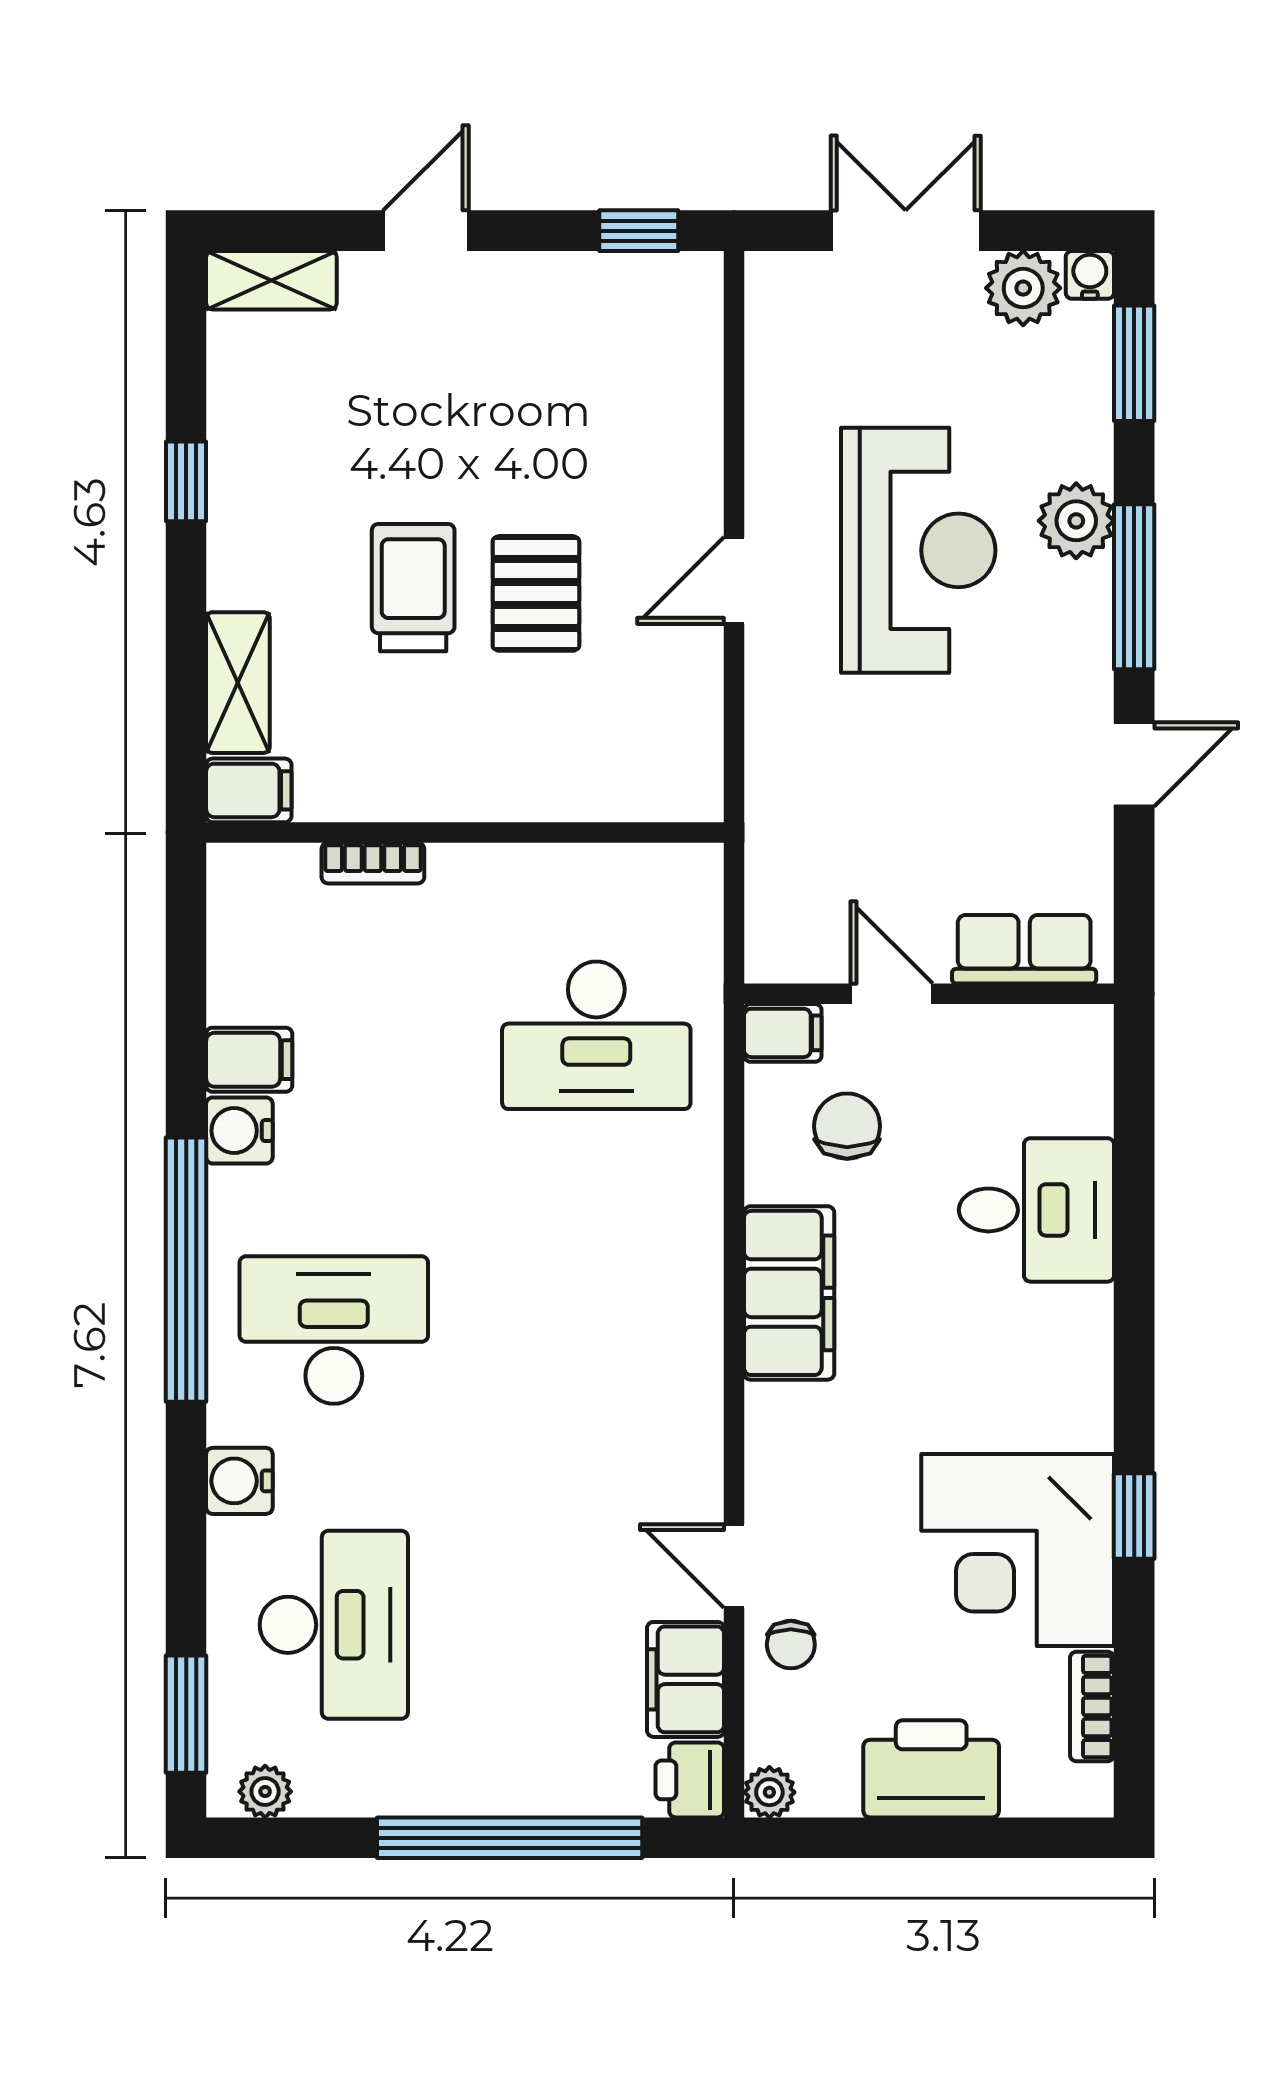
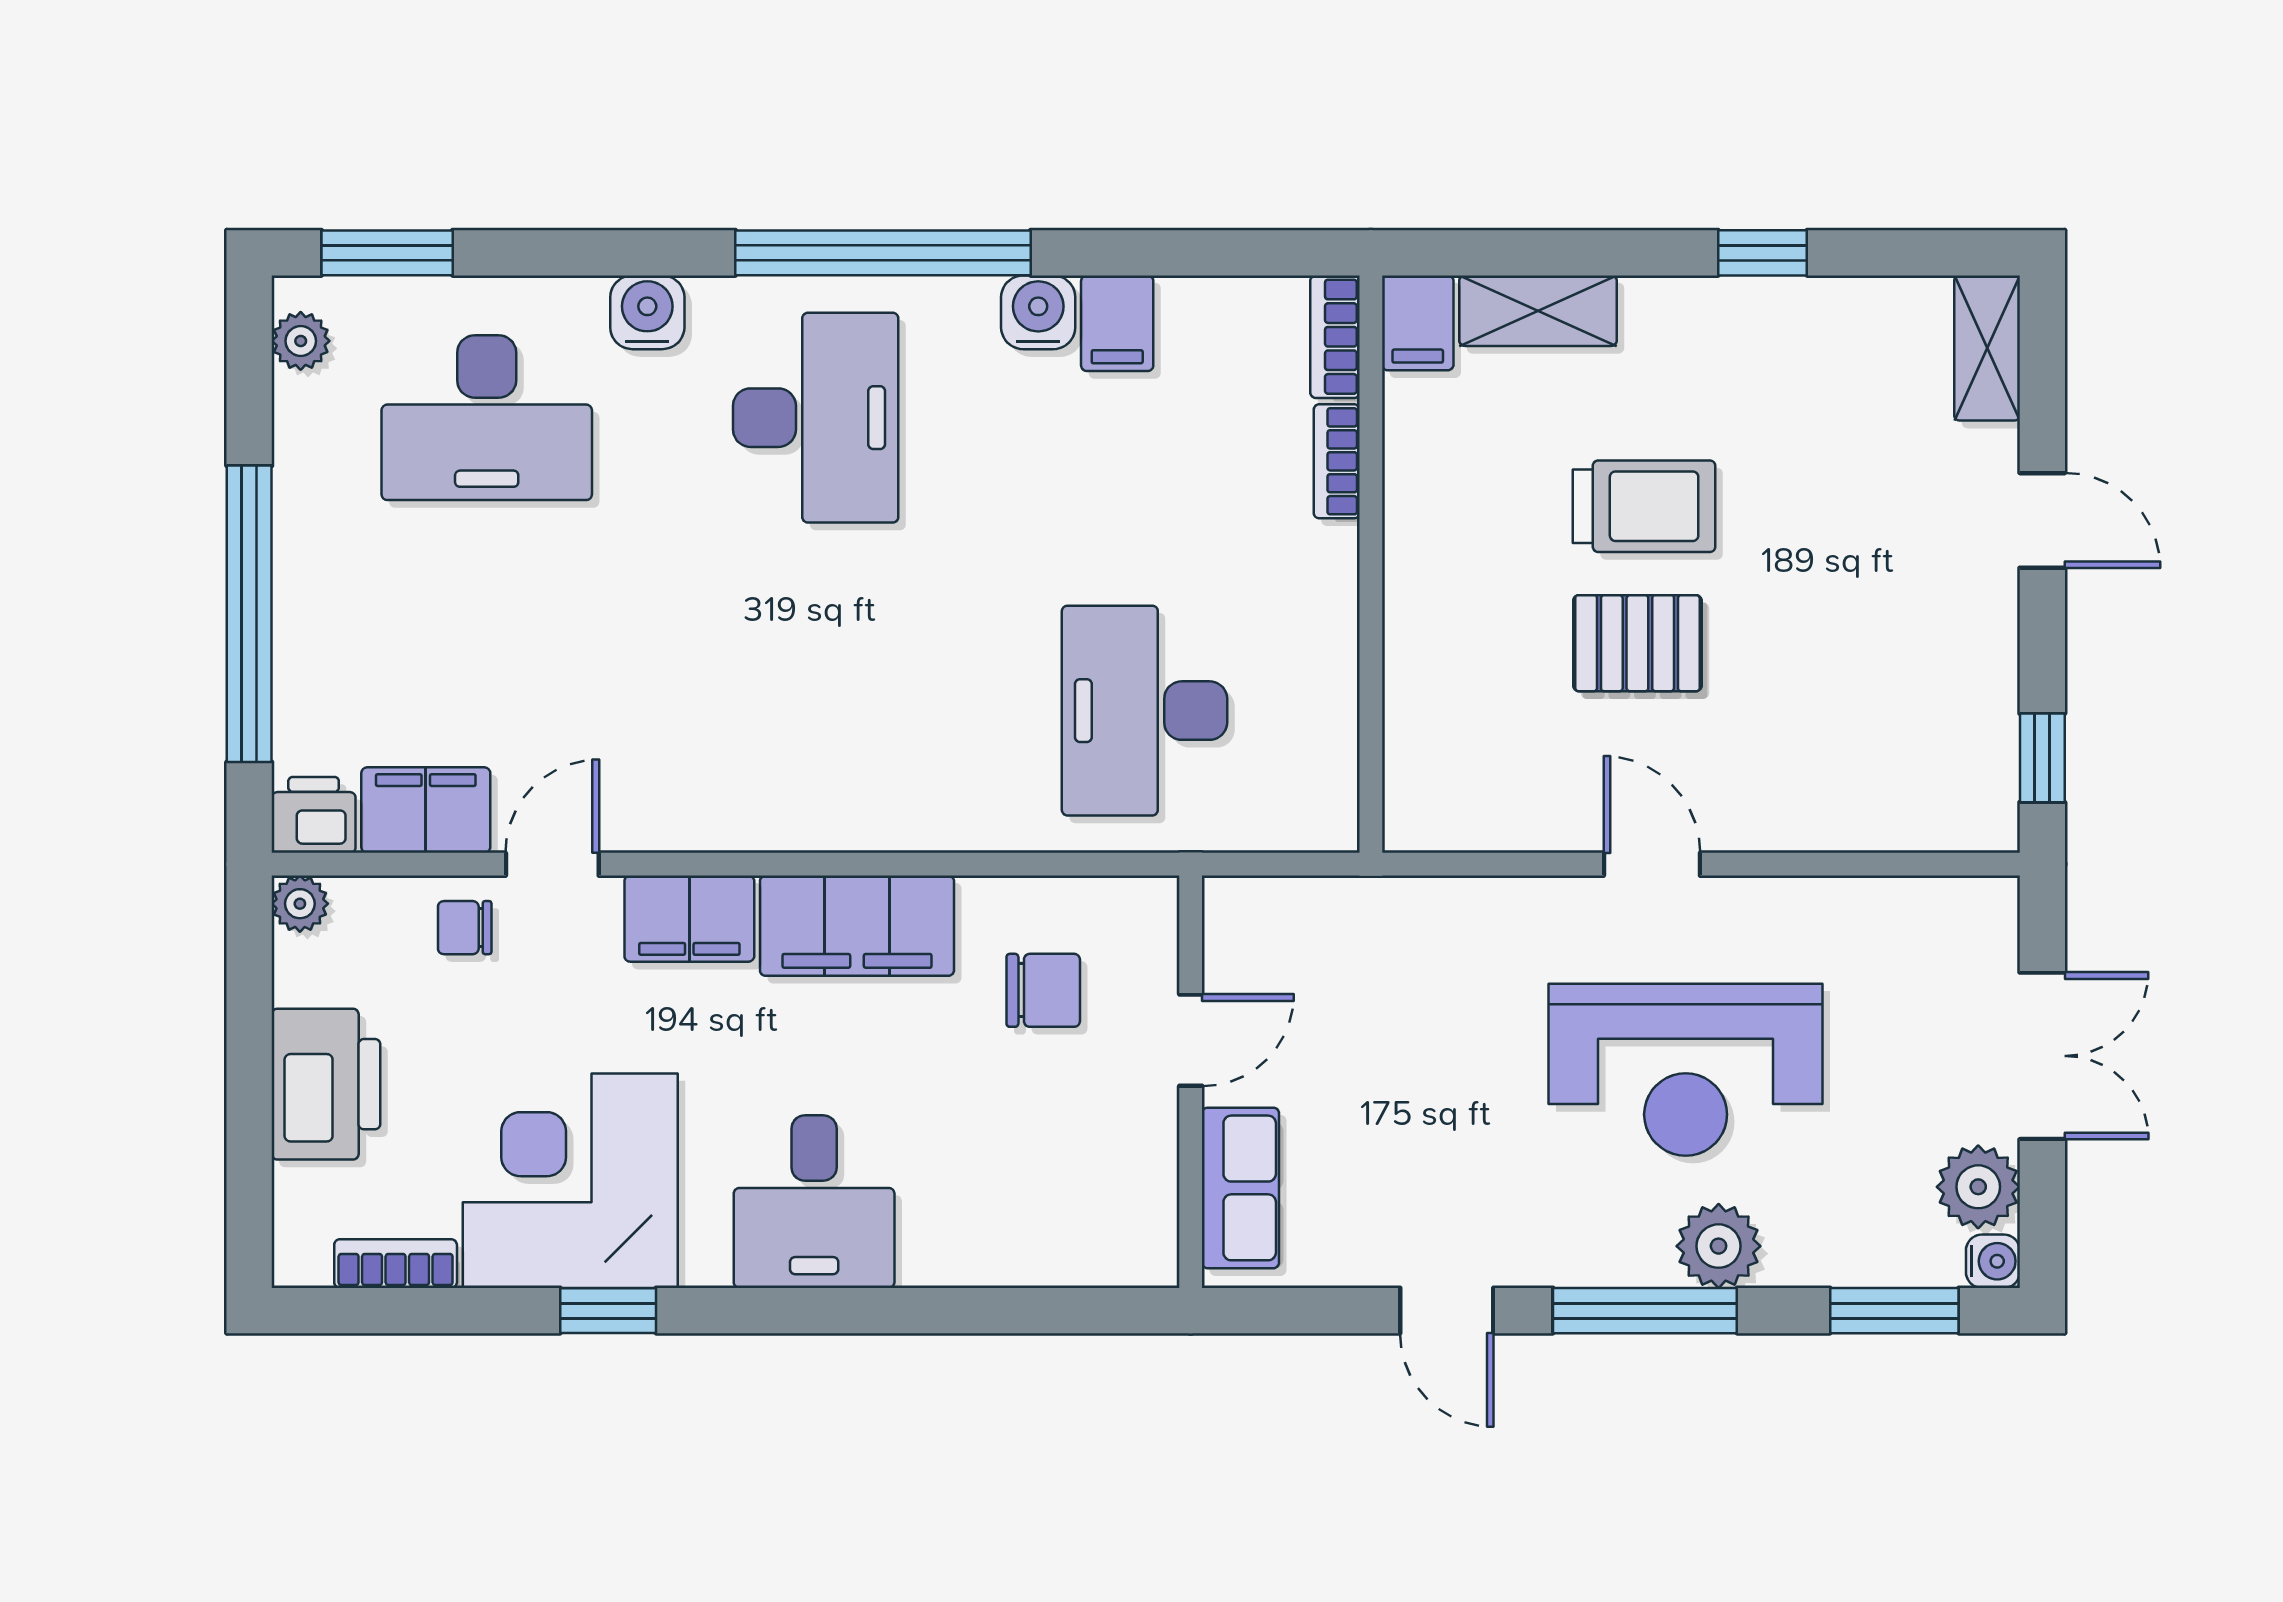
bookcase: (261, 865) -> (1335, 337), added
filing cabinet: (783, 1033) -> (689, 919), moved, width x2.00
desk: (1036, 1210) -> (814, 1202), moved

